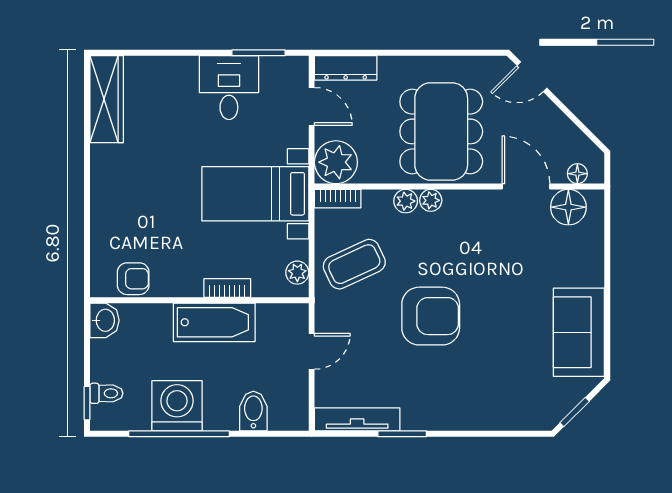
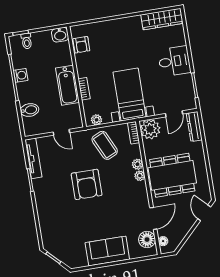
desk: (229, 88) -> (174, 61), moved
sofa: (579, 332) -> (107, 251), moved
washing machine: (177, 406) -> (21, 75), width x0.53, depth x0.53

